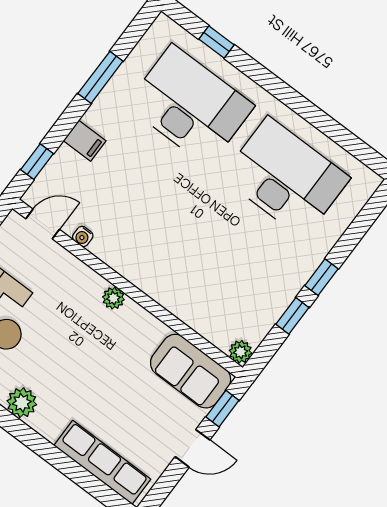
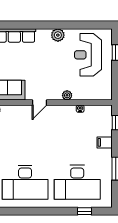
door: (43, 224) -> (39, 103), moved
plant: (113, 298) -> (67, 95), moved

